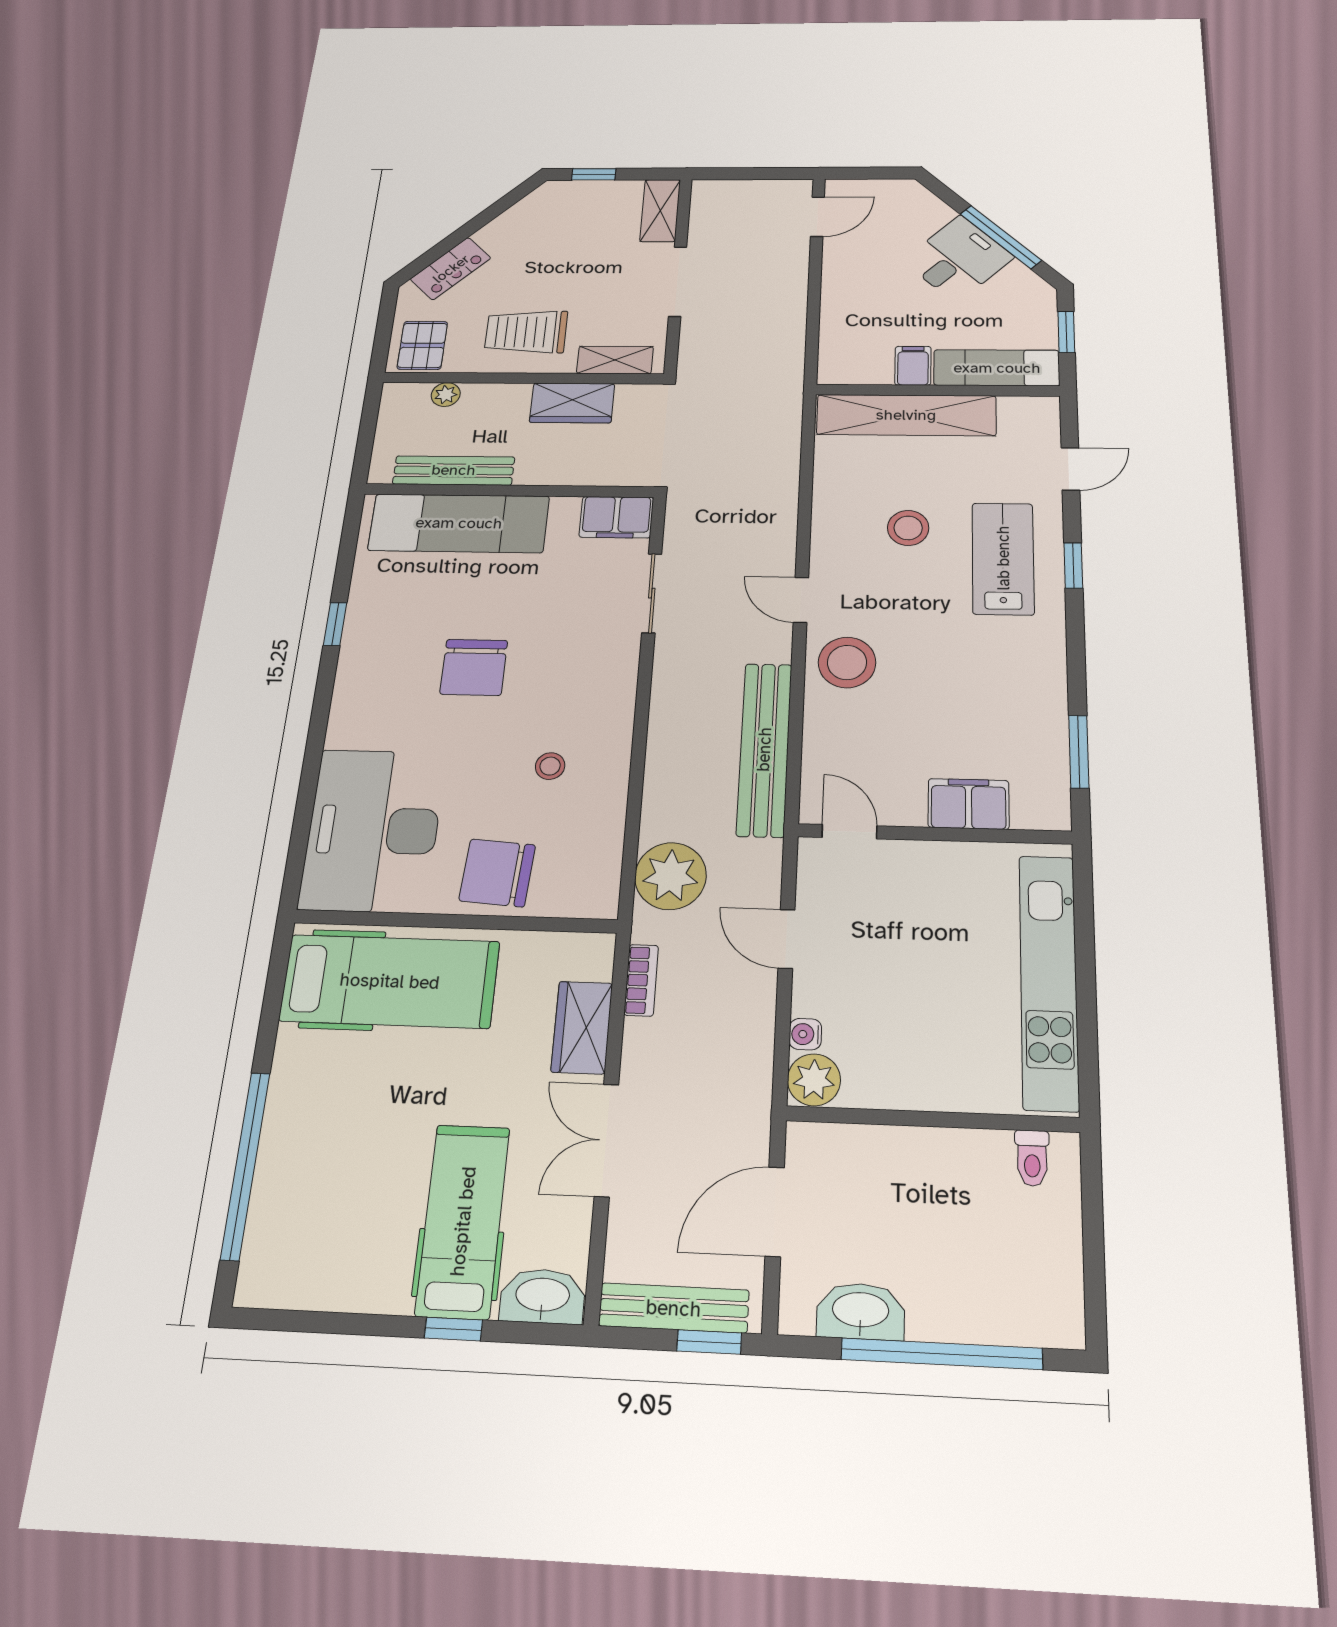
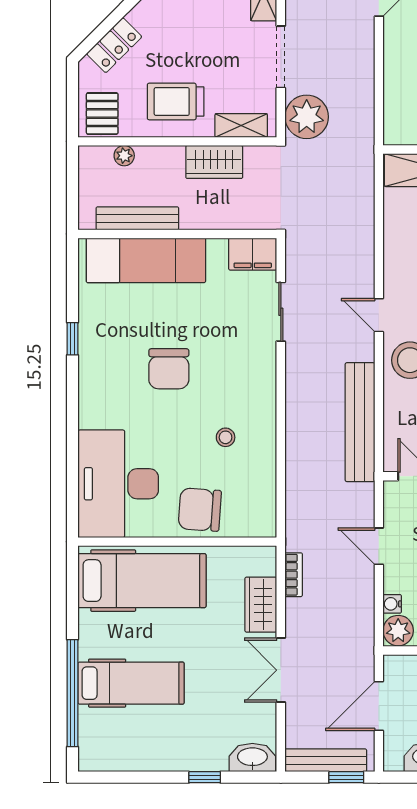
plant: (671, 876) -> (307, 117), moved
hospital bed: (463, 1221) -> (131, 683), moved, turned 90

